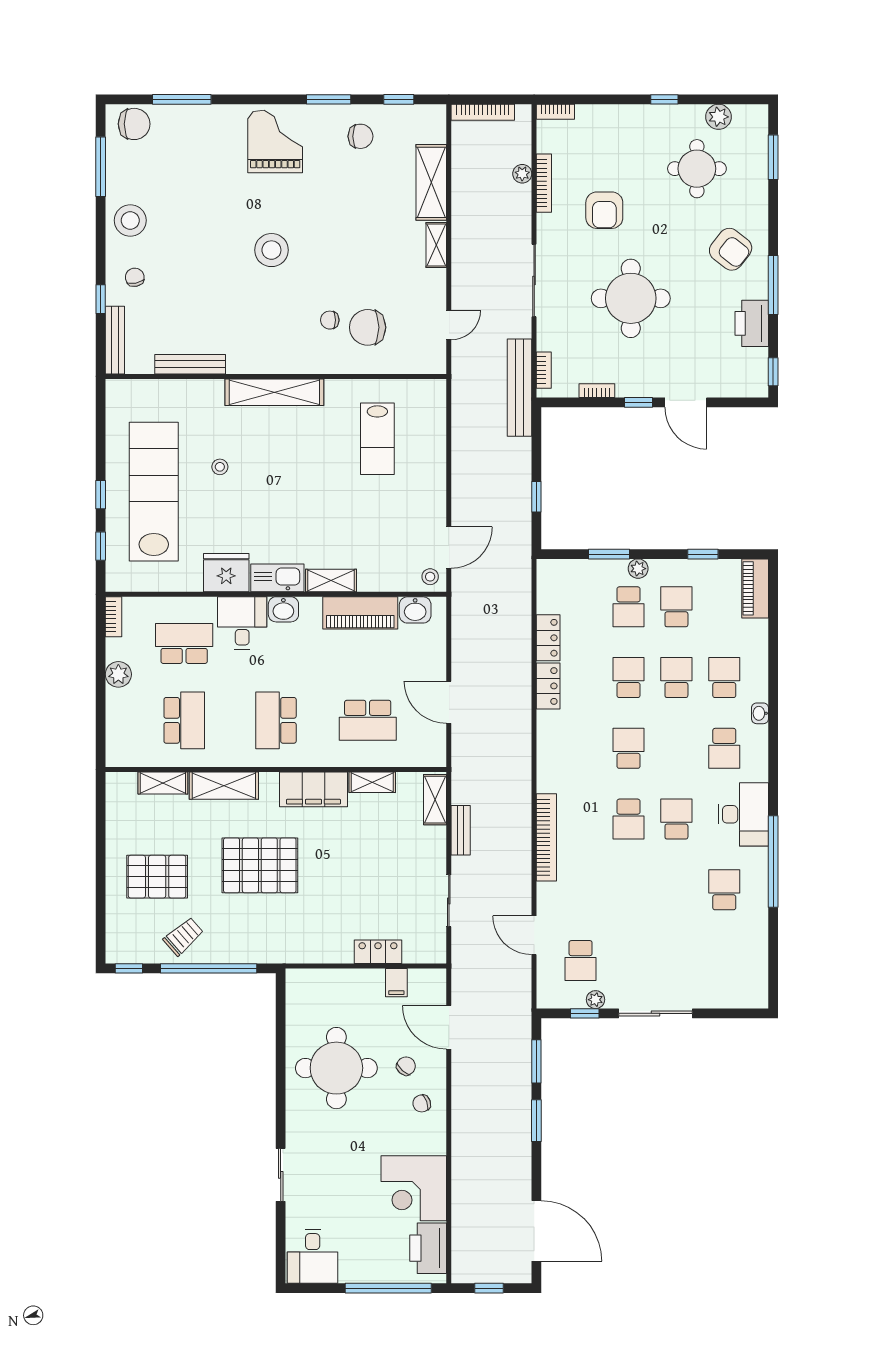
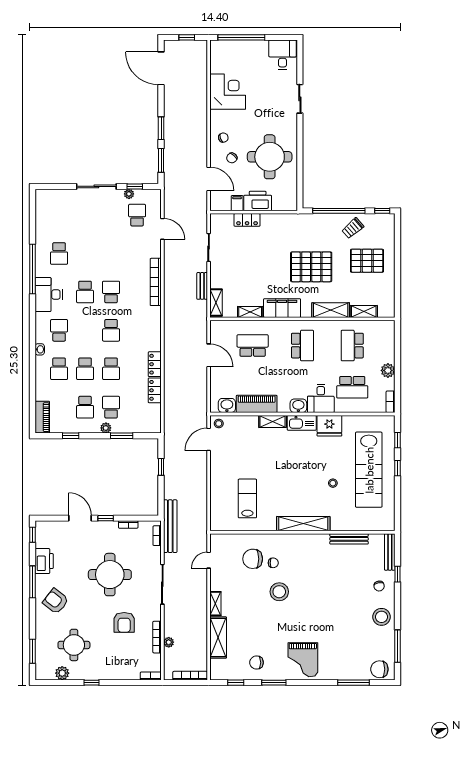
armchair: (604, 210) -> (124, 622), turned 180
stool: (271, 250) -> (279, 592), moved
chair: (368, 327) -> (253, 559), turned 180
printer: (428, 1248) -> (258, 201), moved, turned -90

